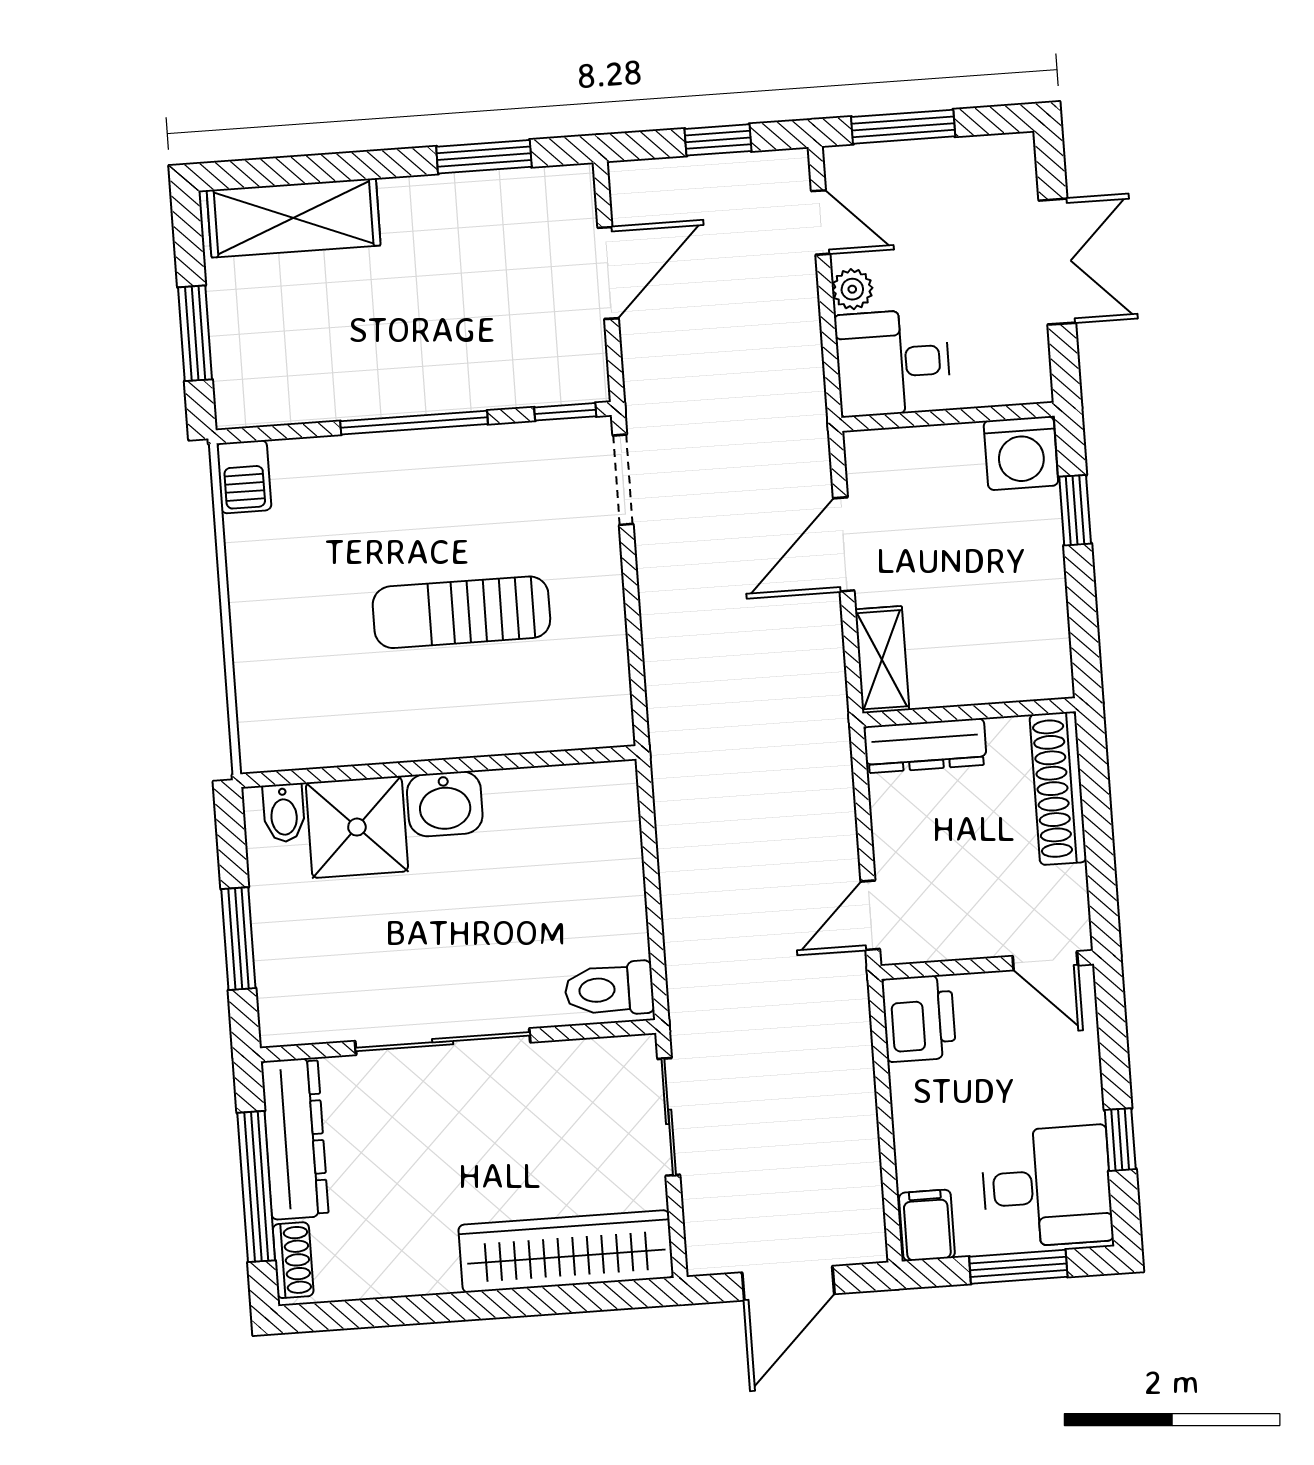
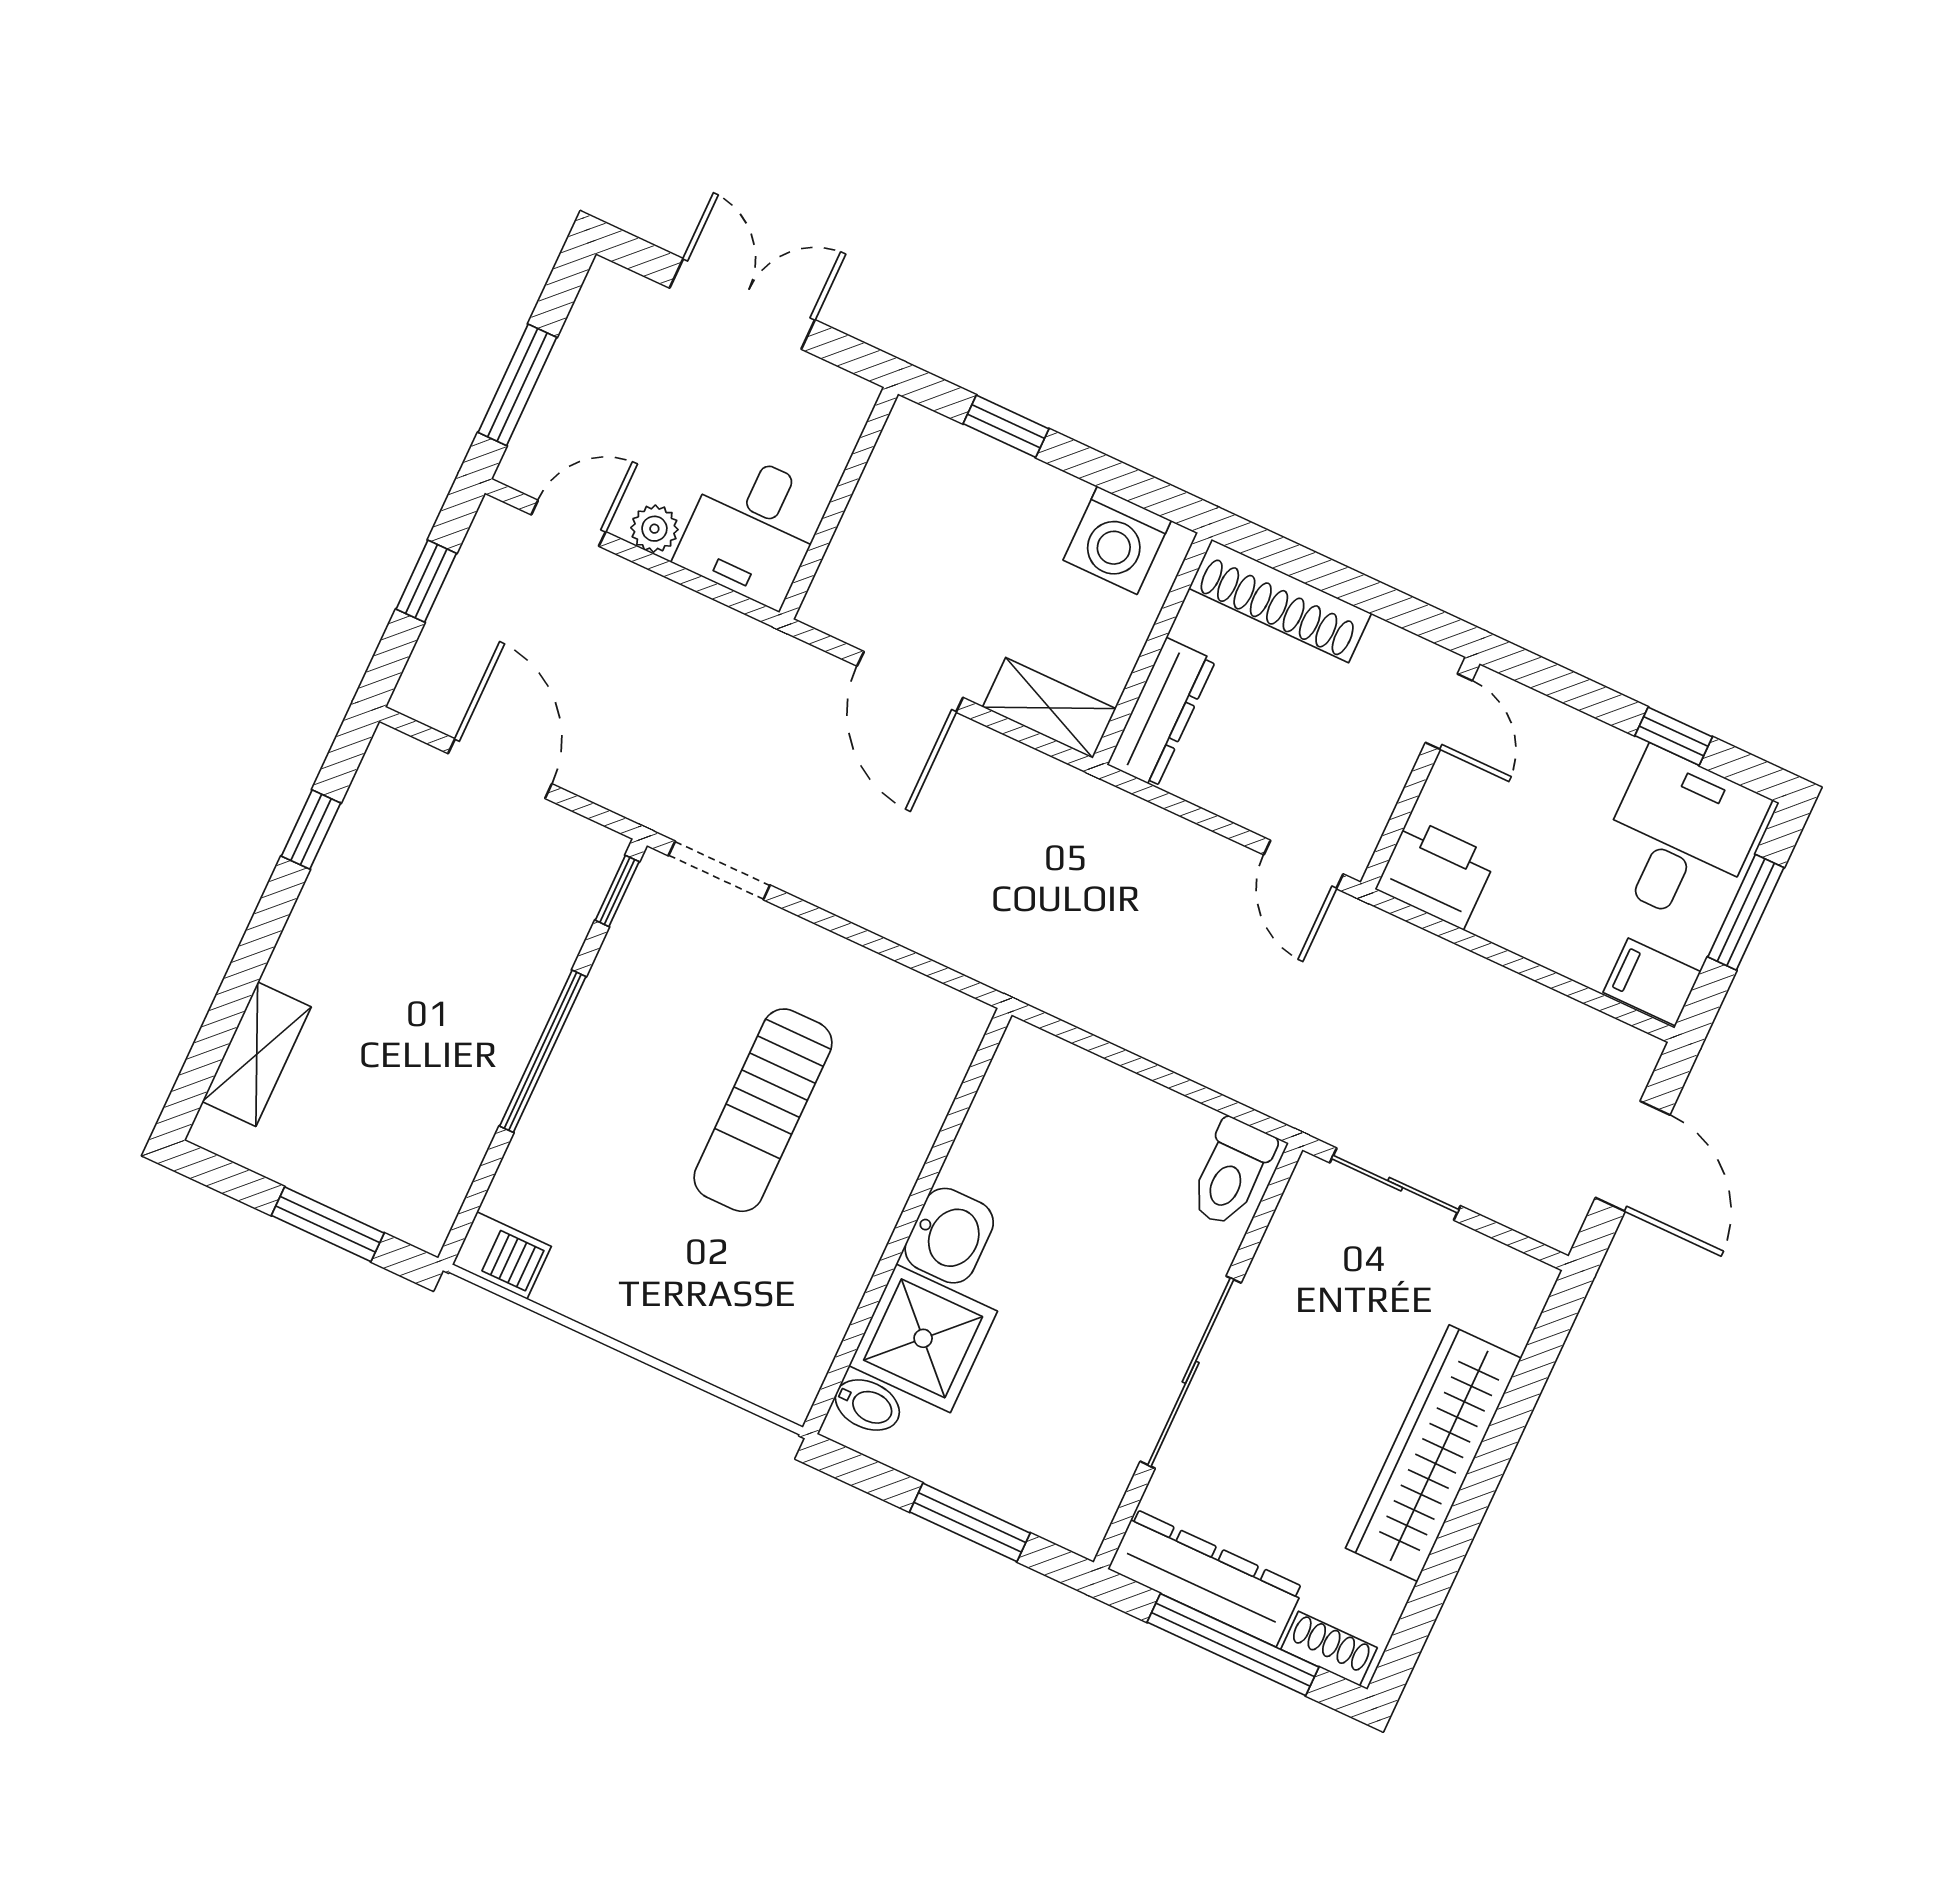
window: (484, 157) -> (311, 830), width x0.67
shelving: (294, 218) -> (257, 1054), width x0.67, depth x0.75
washing machine: (1021, 453) -> (1117, 540), moved, turned 90
door: (1045, 961) -> (1449, 712), hinge flipped
wardrobe: (566, 1251) -> (1433, 1453), moved

